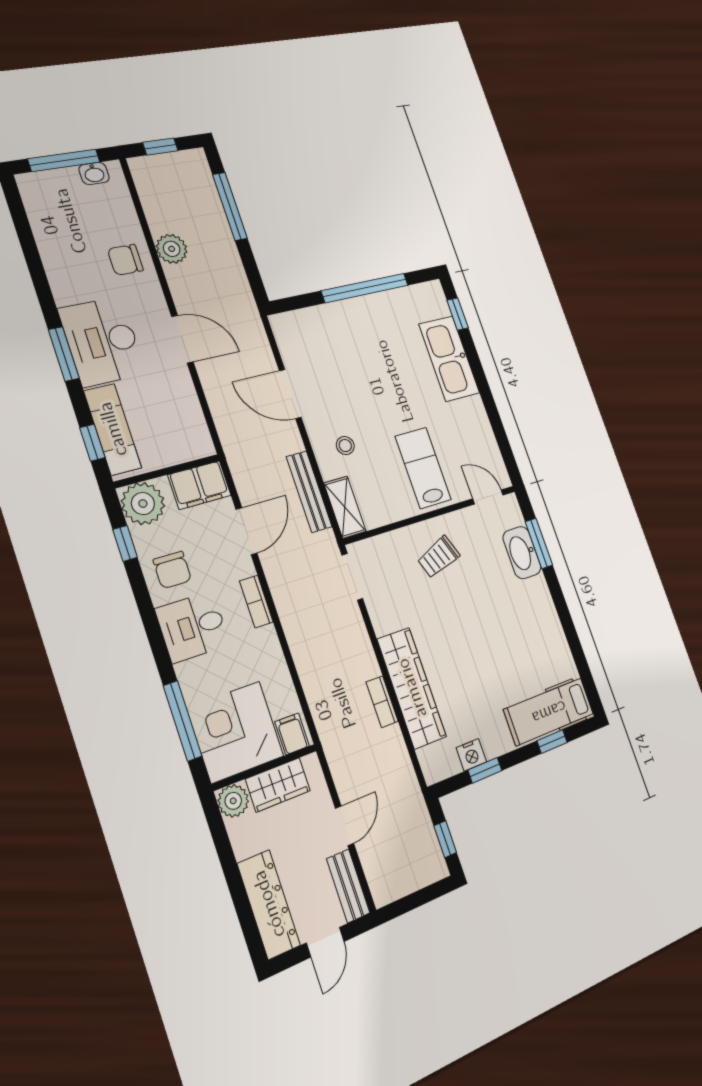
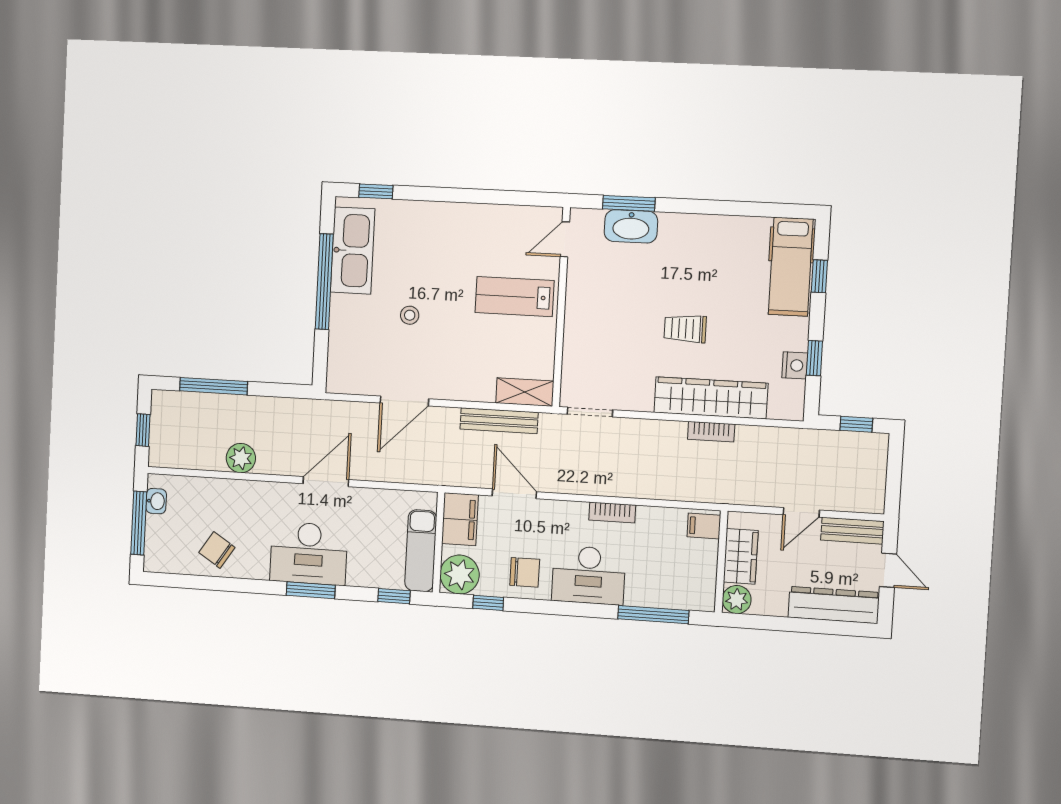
chair: (125, 260) -> (217, 550), moved, turned 123
kitchen sink: (449, 359) -> (353, 251), moved, turned -90
exam couch: (113, 429) -> (421, 551), moved, turned -90
stool: (345, 446) -> (410, 315), moved
trolley: (439, 557) -> (685, 329), moved, turned 110
bookcase: (256, 601) -> (612, 513), moved
desk: (193, 627) -> (589, 575), width x1.37
corner desk: (235, 732) -> (681, 574), removed
door: (345, 826) -> (801, 512), swing flipped

